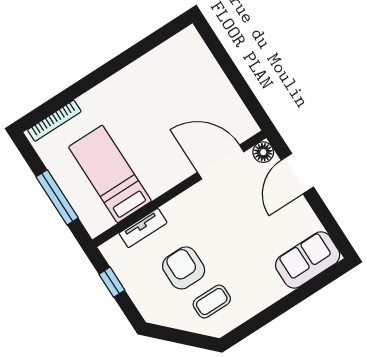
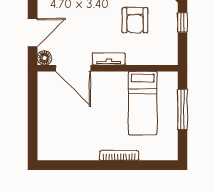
bookcase: (54, 121) -> (119, 155), moved
tv unit: (143, 228) -> (109, 59), moved
window: (112, 282) -> (182, 22), moved

